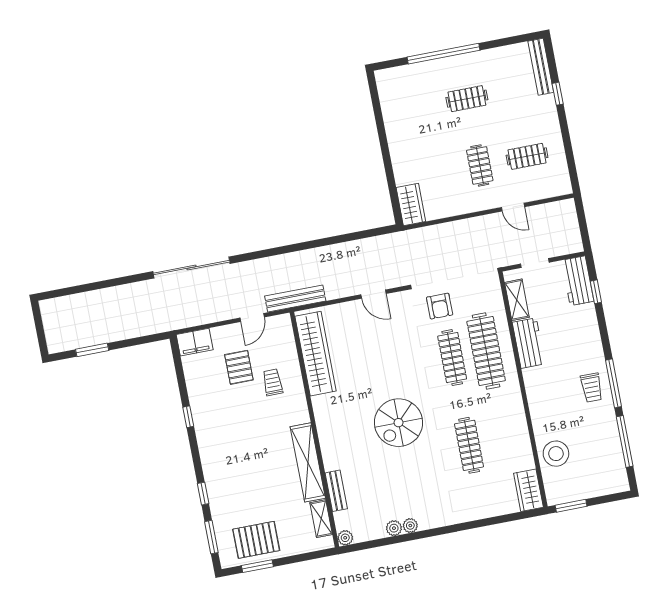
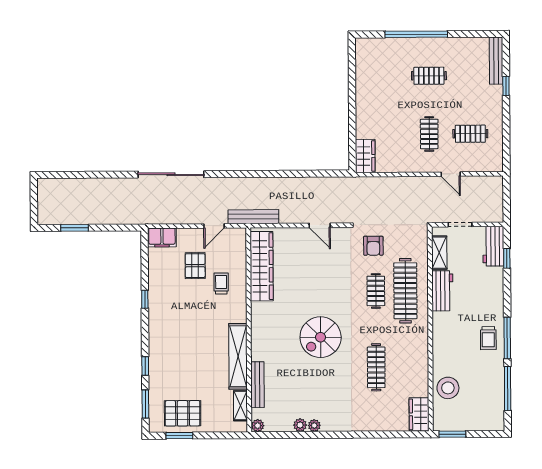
clothes rail: (452, 358) -> (376, 291), width x0.73
bench: (336, 491) -> (257, 385), width x1.36

